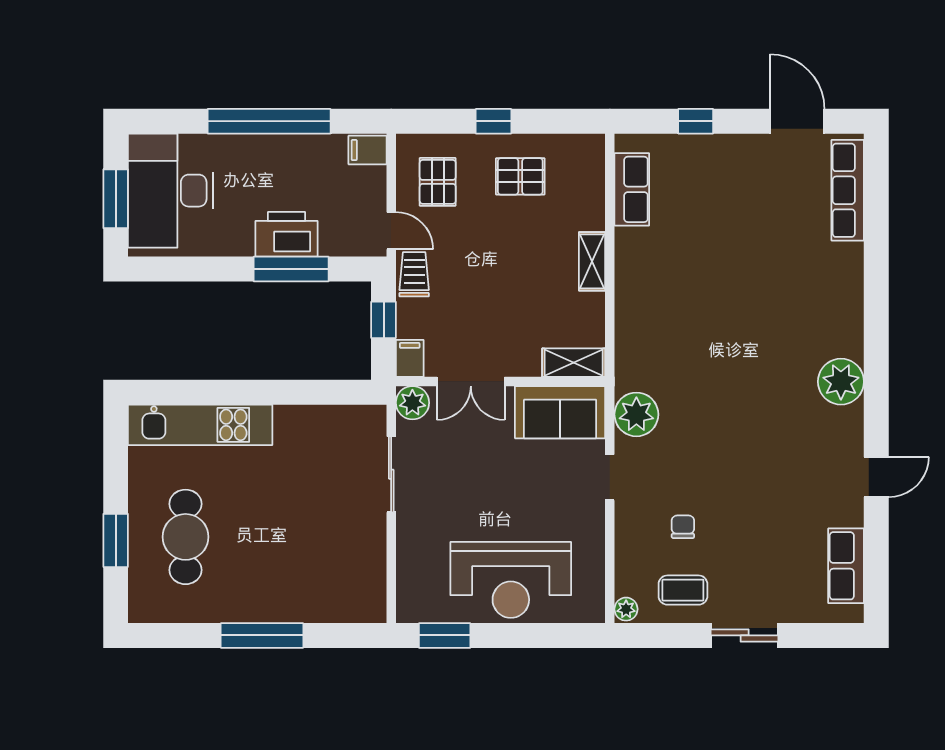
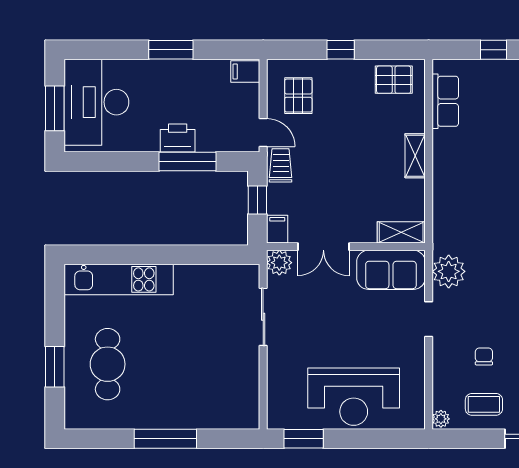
window: (269, 121) -> (171, 50), width x0.47
pallet: (520, 176) -> (394, 80), moved
printer: (287, 234) -> (178, 138), width x0.73, depth x0.84

